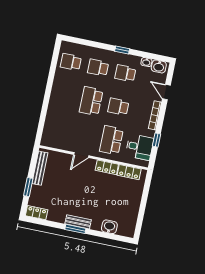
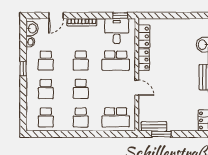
school desk: (64, 95) -> (81, 117), added
school desk: (91, 101) -> (81, 89), width x0.54
school desk: (57, 129) -> (116, 117), added
window: (156, 140) -> (120, 16), moved
bench: (40, 168) -> (154, 126), width x0.73
window: (28, 187) -> (161, 134), moved

